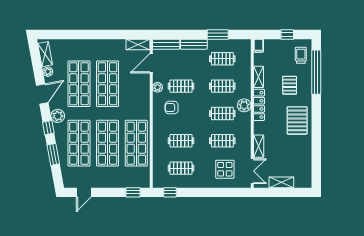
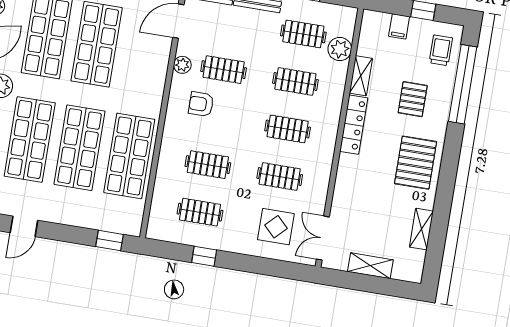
filing cabinet: (259, 46) -> (399, 26), moved
plant: (244, 105) -> (340, 49), moved
shelving: (259, 146) -> (421, 229), moved
double door: (252, 171) -> (323, 238), swing flipped
window: (170, 192) -> (204, 256), moved

